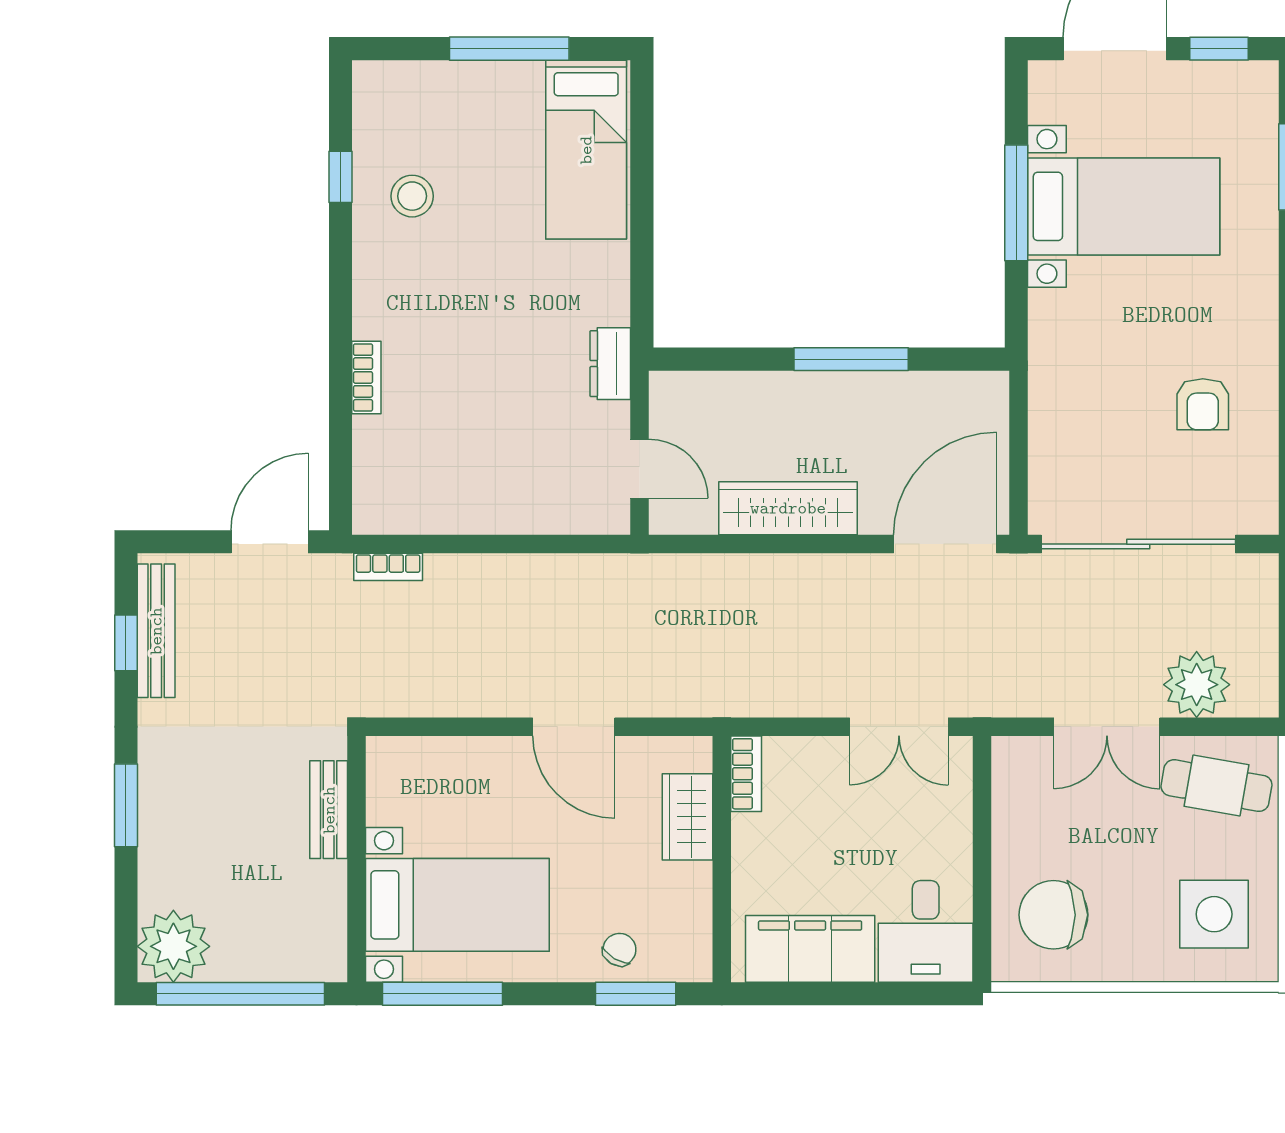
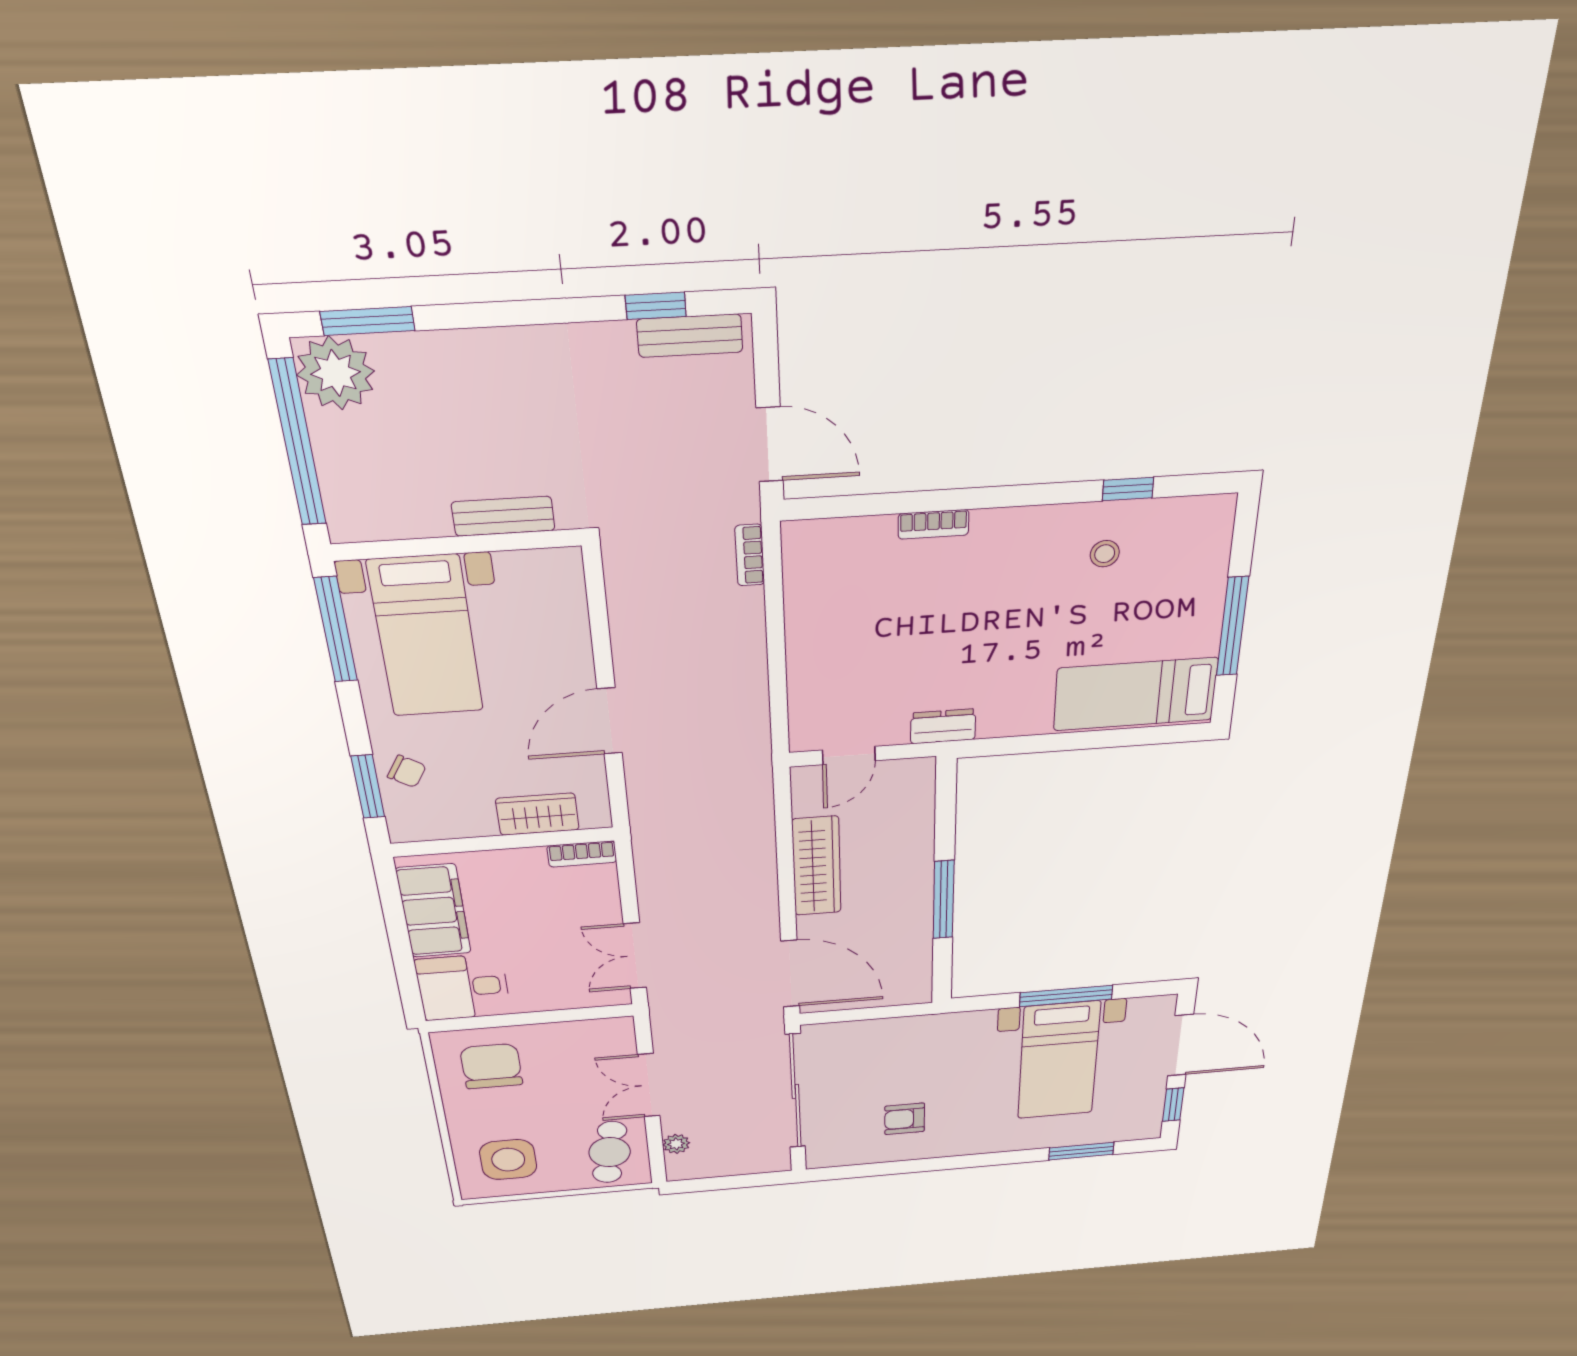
stool: (412, 196) -> (1105, 554), width x0.73, depth x0.73
bench: (156, 631) -> (690, 336), width x0.73
plant: (1197, 685) -> (676, 1144), width x0.53, depth x0.53
window: (126, 805) -> (368, 321), moved

